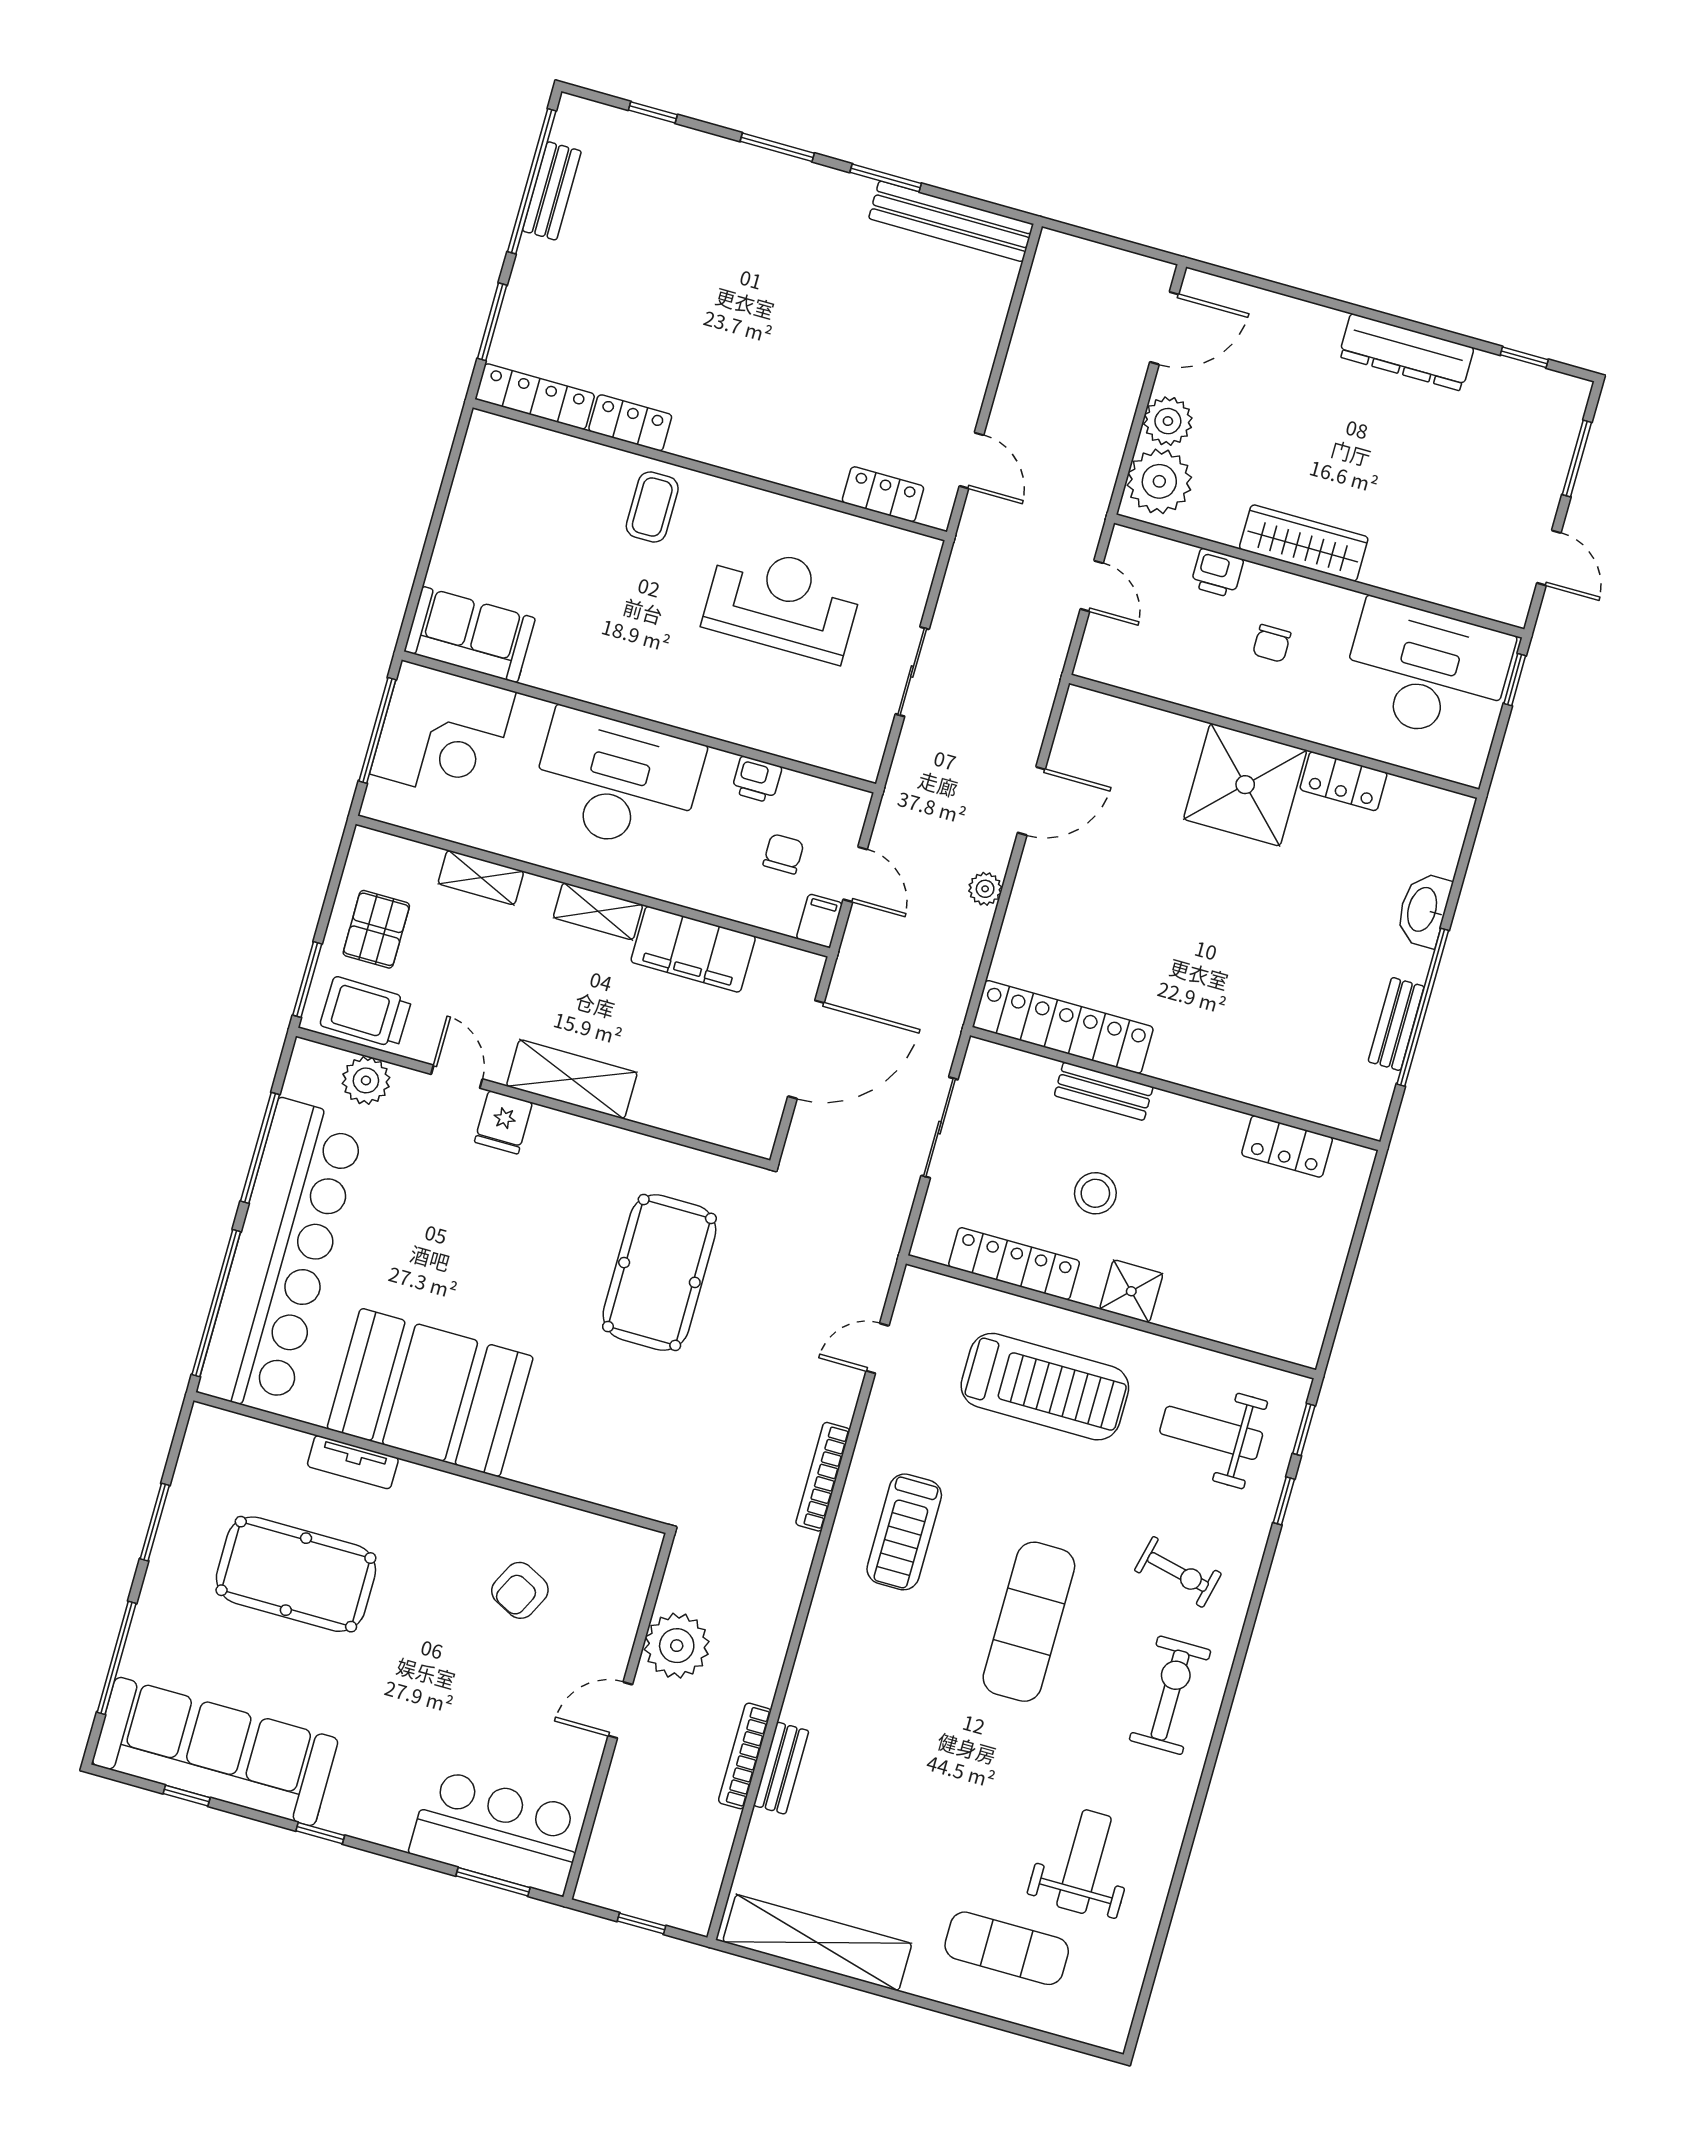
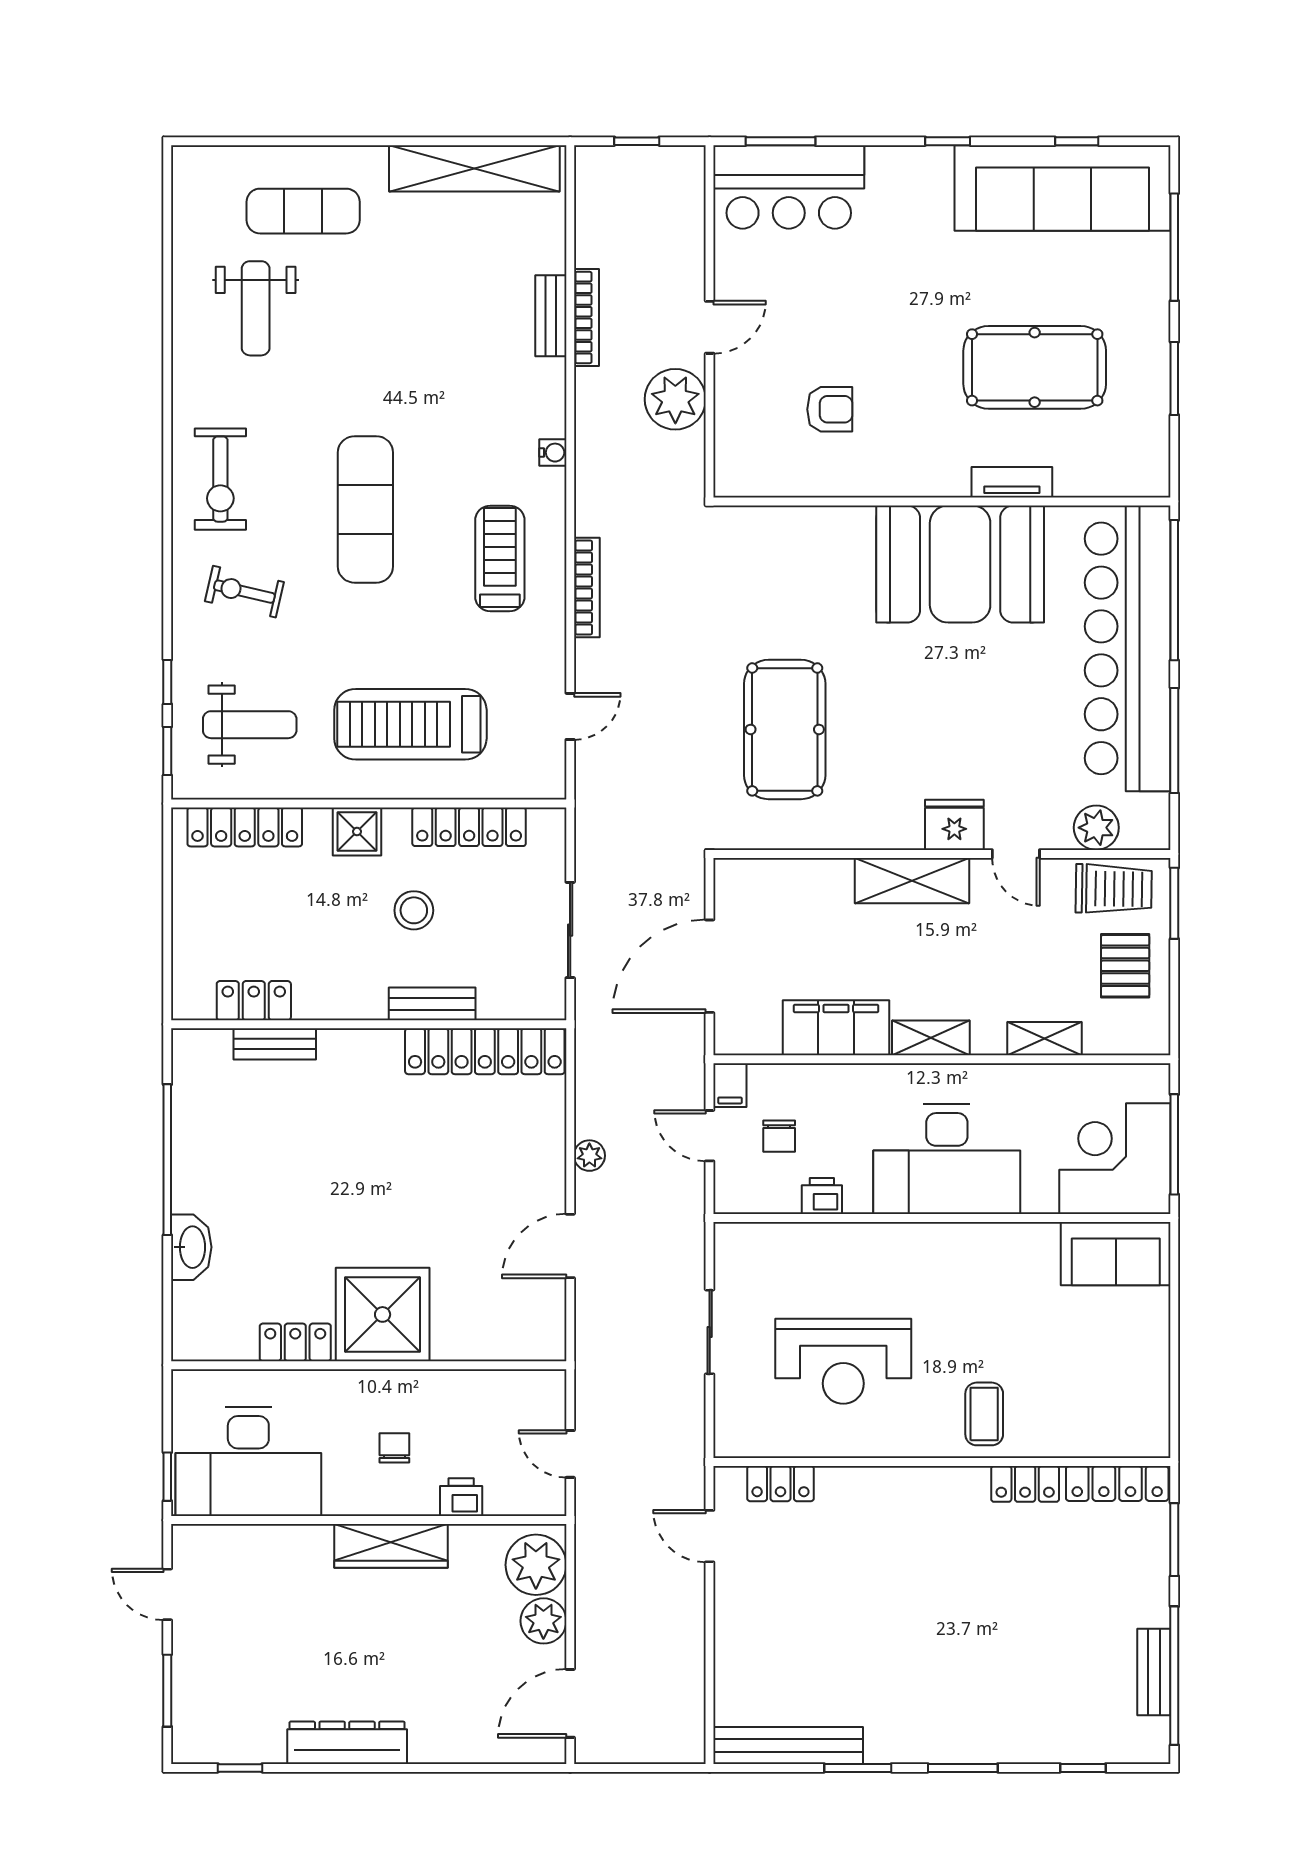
bench: (1396, 1024) -> (275, 1044), moved, turned 90
fridge: (503, 1122) -> (954, 825), width x1.38
locker: (1246, 1329) -> (245, 827), added
armchair: (520, 1590) -> (830, 409), turned 63
water cooler: (819, 1626) -> (553, 453), added

